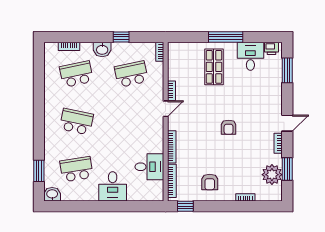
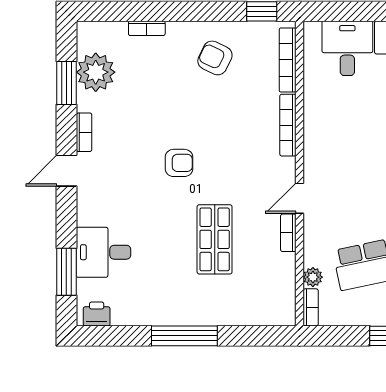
desk: (250, 56) -> (103, 252), moved, turned 90
shop shelf: (214, 67) -> (215, 239), moved
plant: (159, 68) -> (313, 277), added
armchair: (229, 127) -> (179, 163), turned 90
desk: (149, 167) -> (347, 48), moved, turned 90
armchair: (210, 182) -> (215, 58), turned -64

